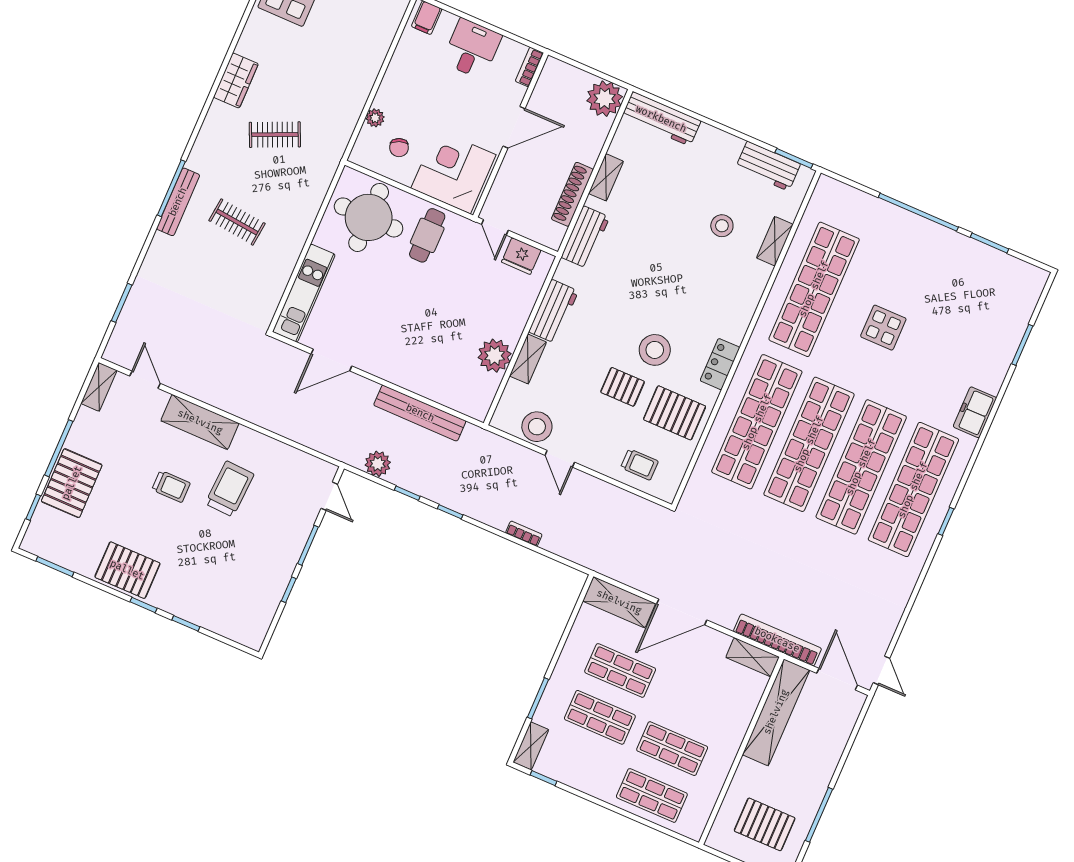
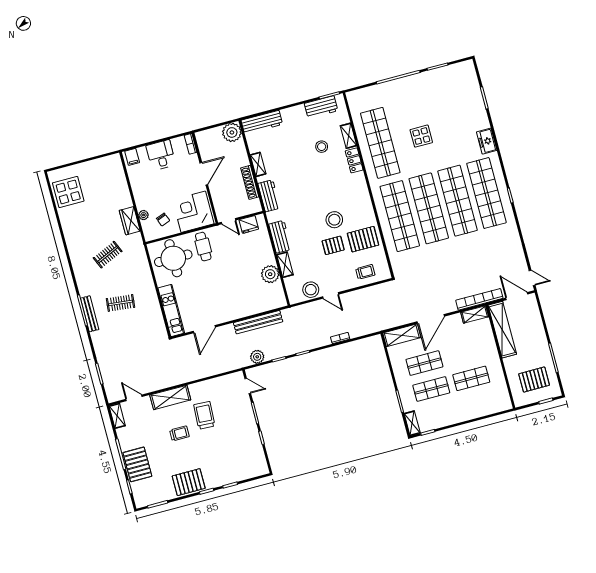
wardrobe: (236, 80) -> (130, 221), moved, turned 180
locker: (720, 364) -> (354, 160), moved
shop shelf: (652, 795) -> (478, 404), removed

